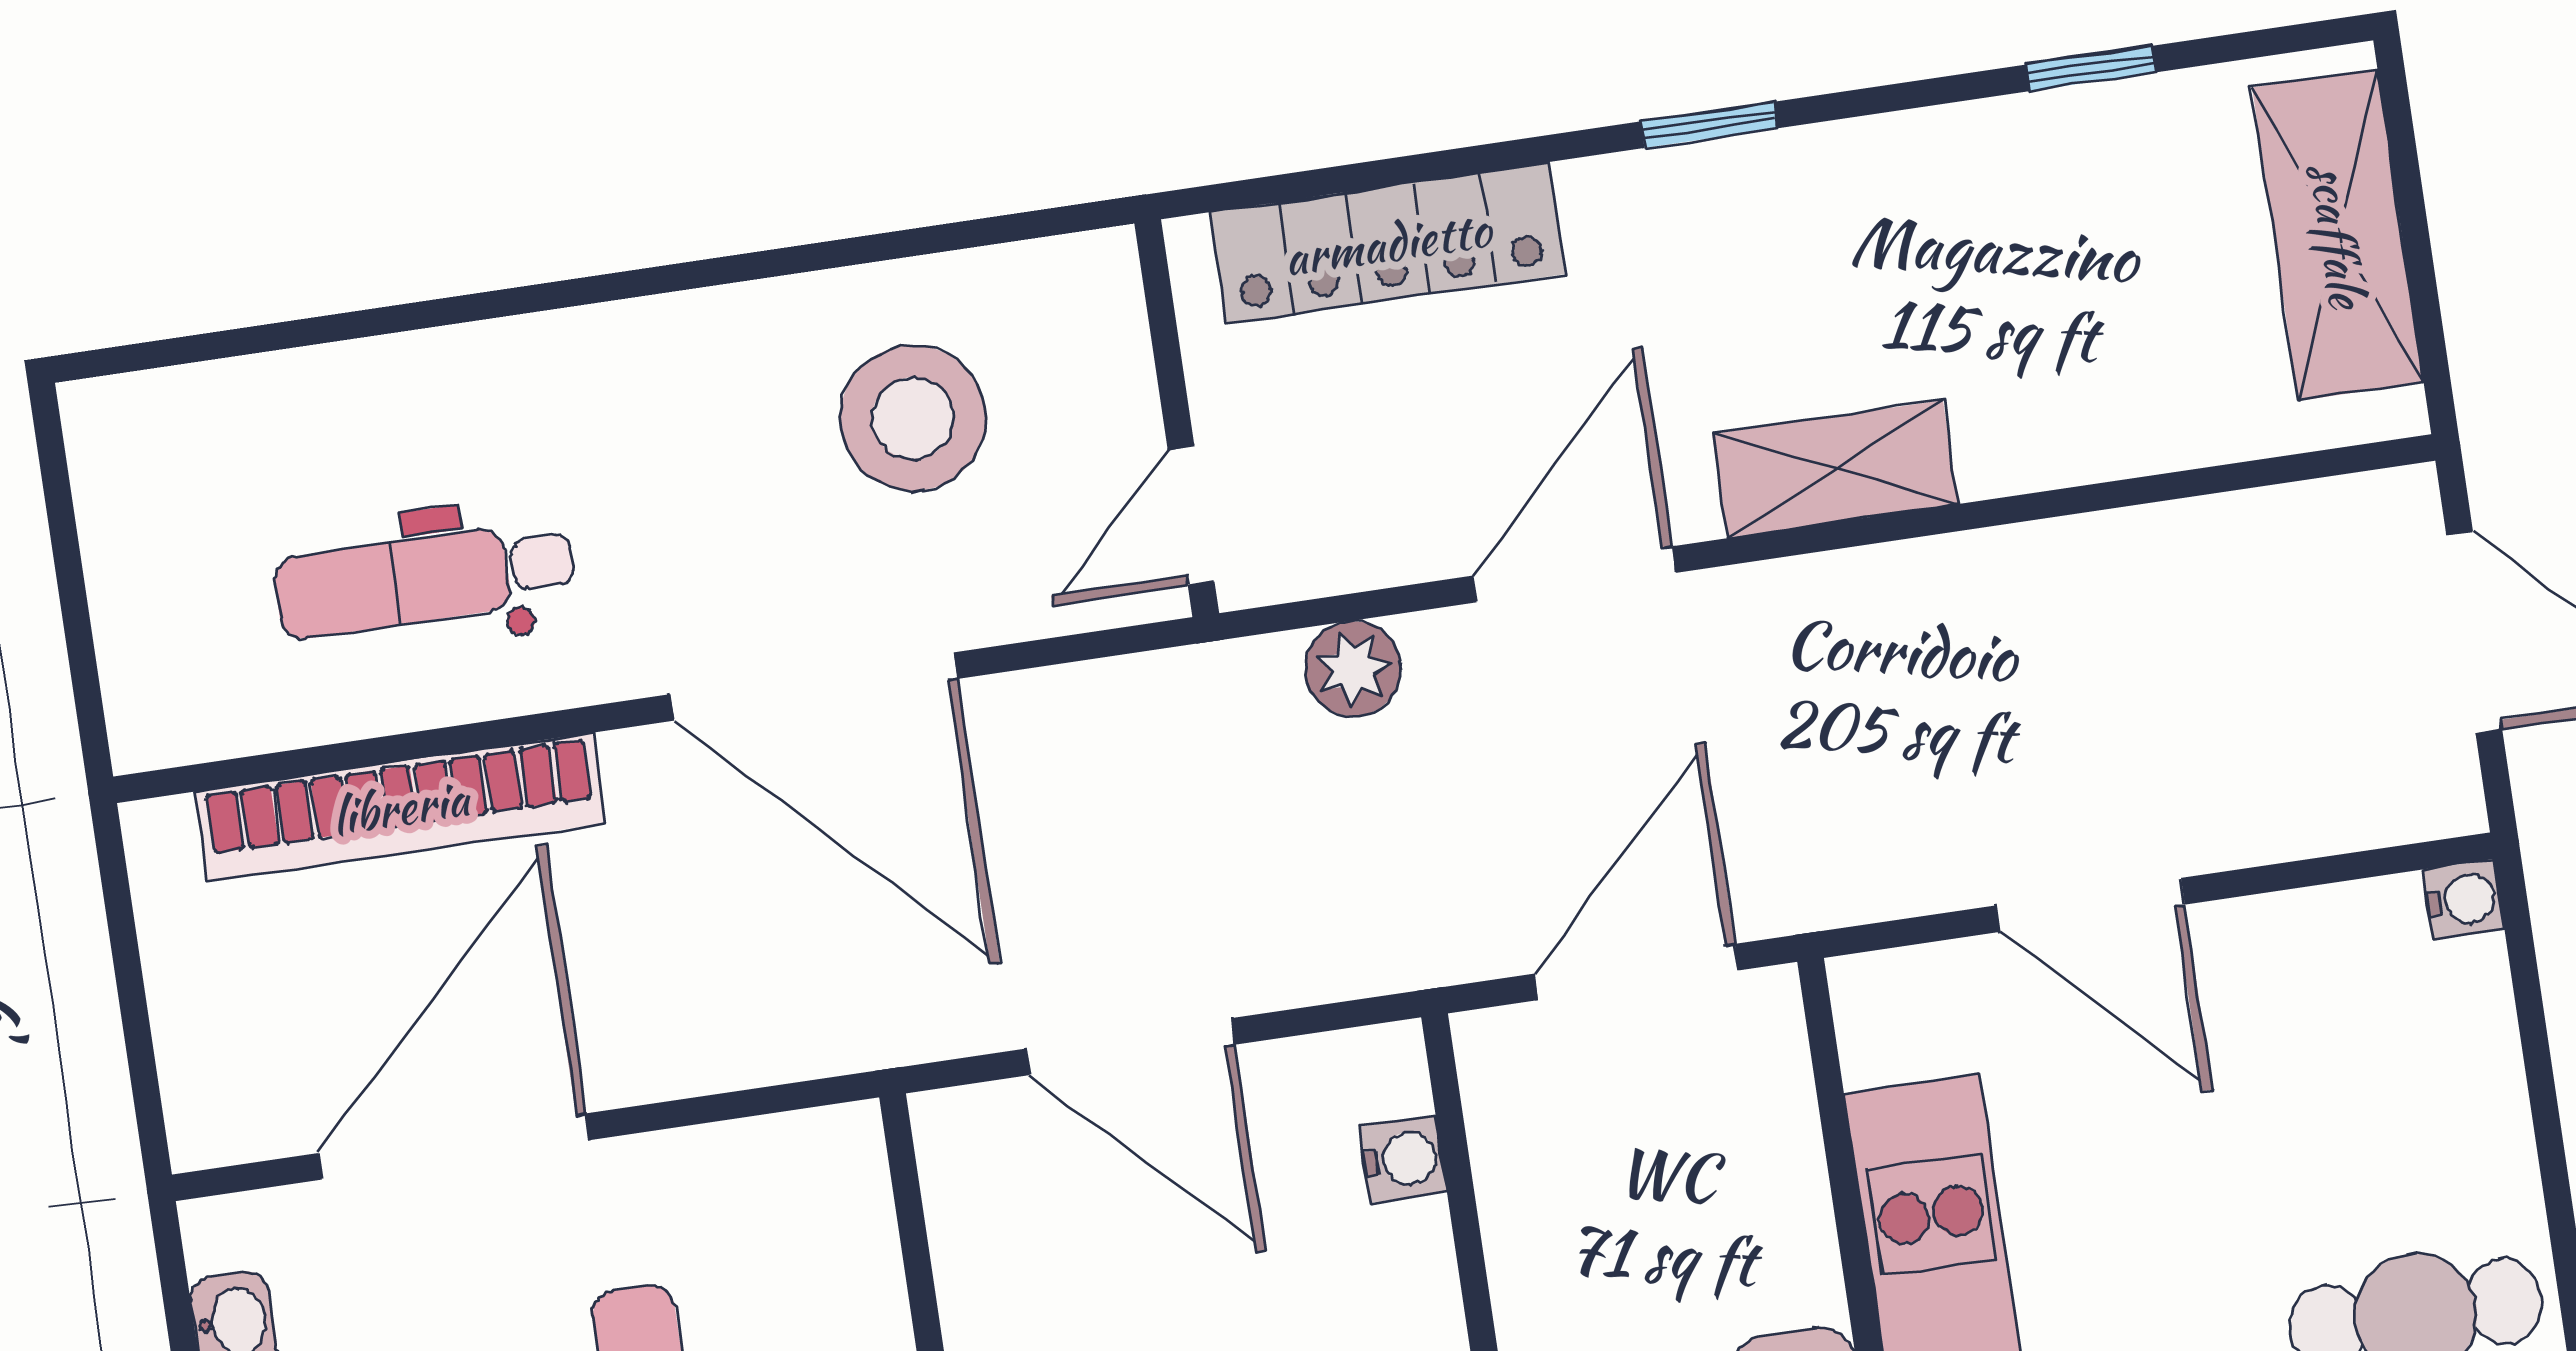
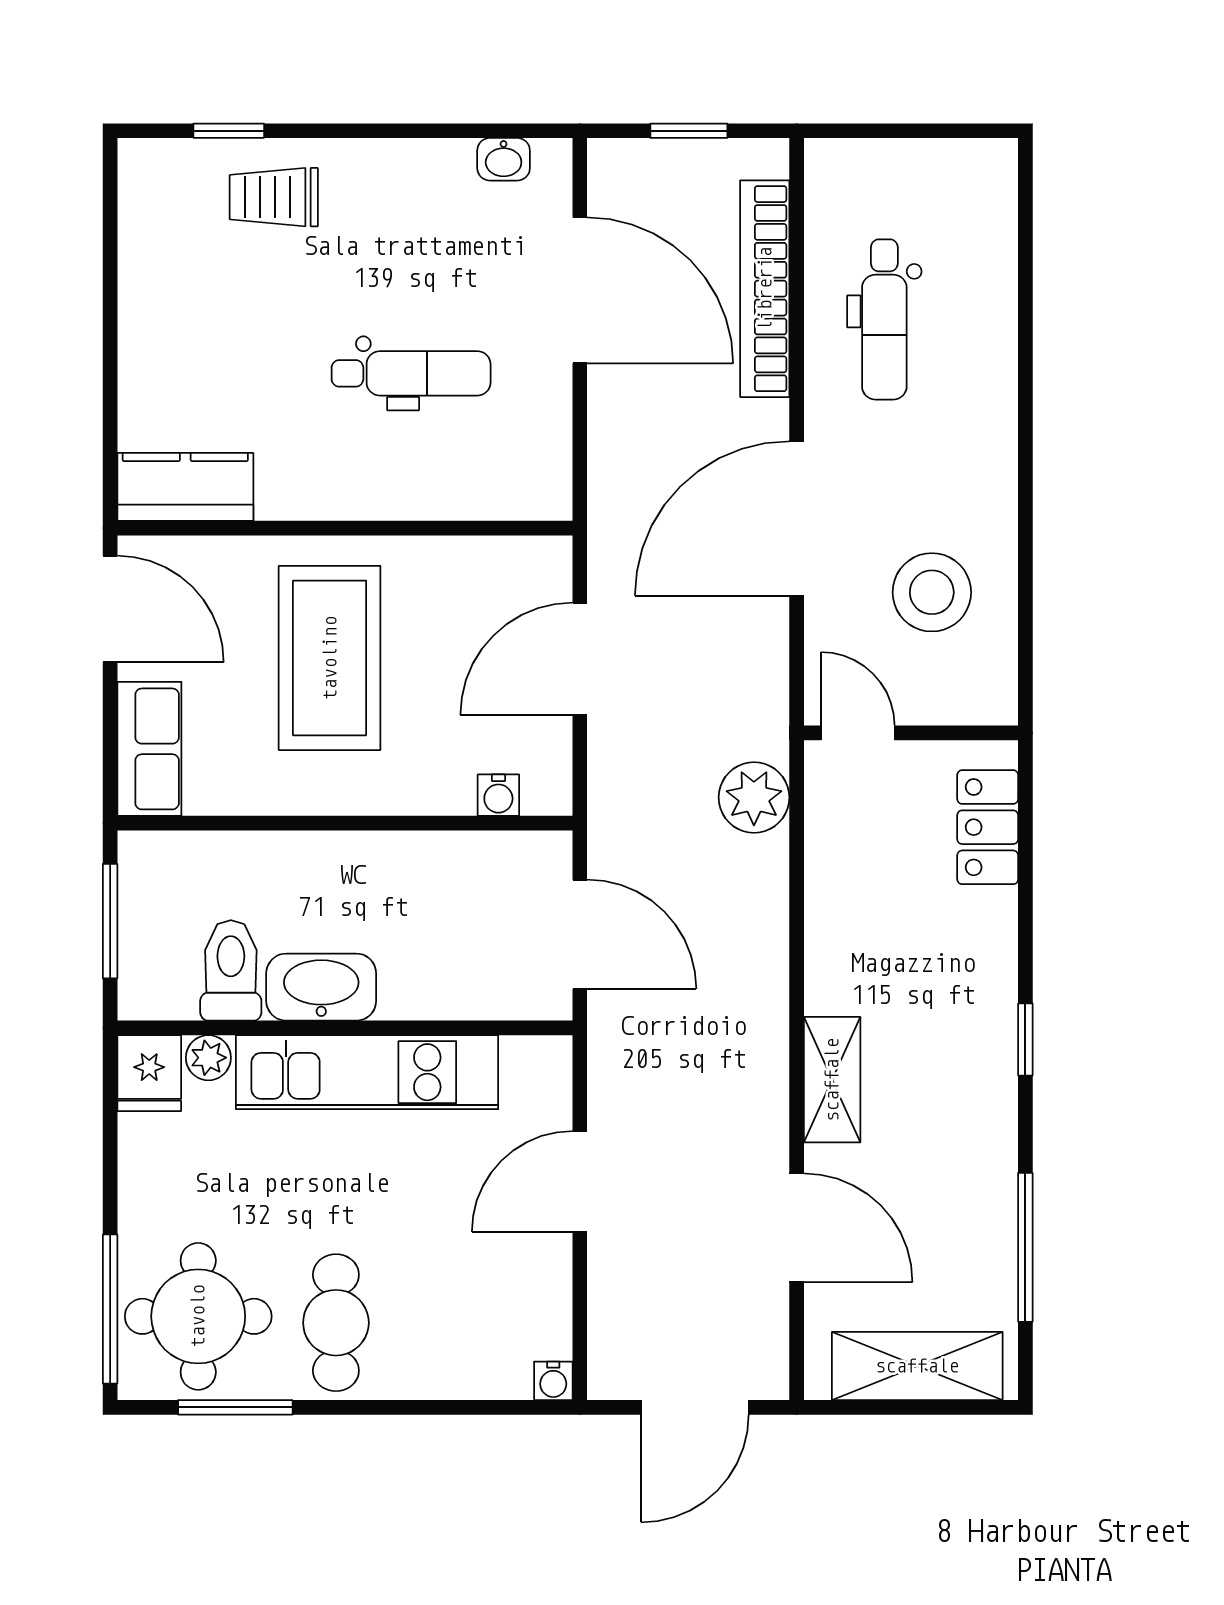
window: (2091, 69) -> (1025, 1247), width x2.17
locker: (1387, 243) -> (988, 827), width x0.66
door: (1574, 574) -> (797, 1228), moved
dental chair: (425, 579) -> (884, 319), turned 180
plant: (1353, 669) -> (754, 797), width x1.38, depth x1.38
window: (131, 989) -> (689, 131), added

